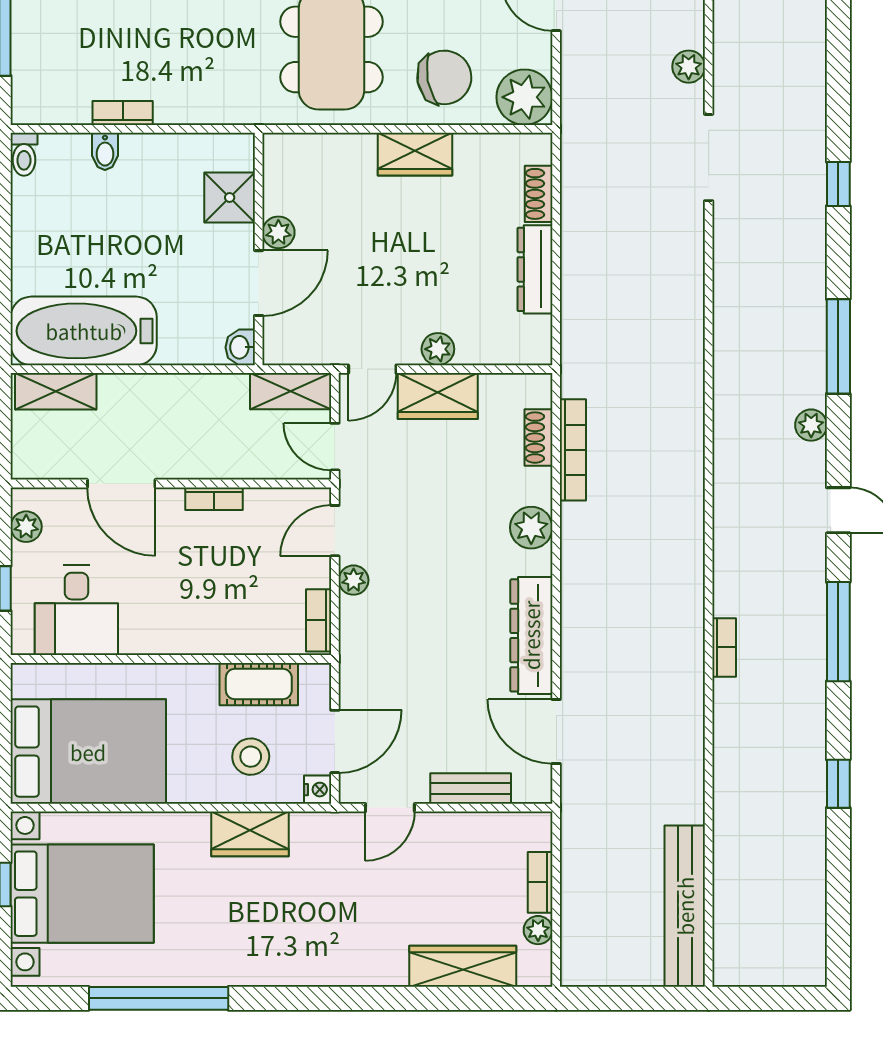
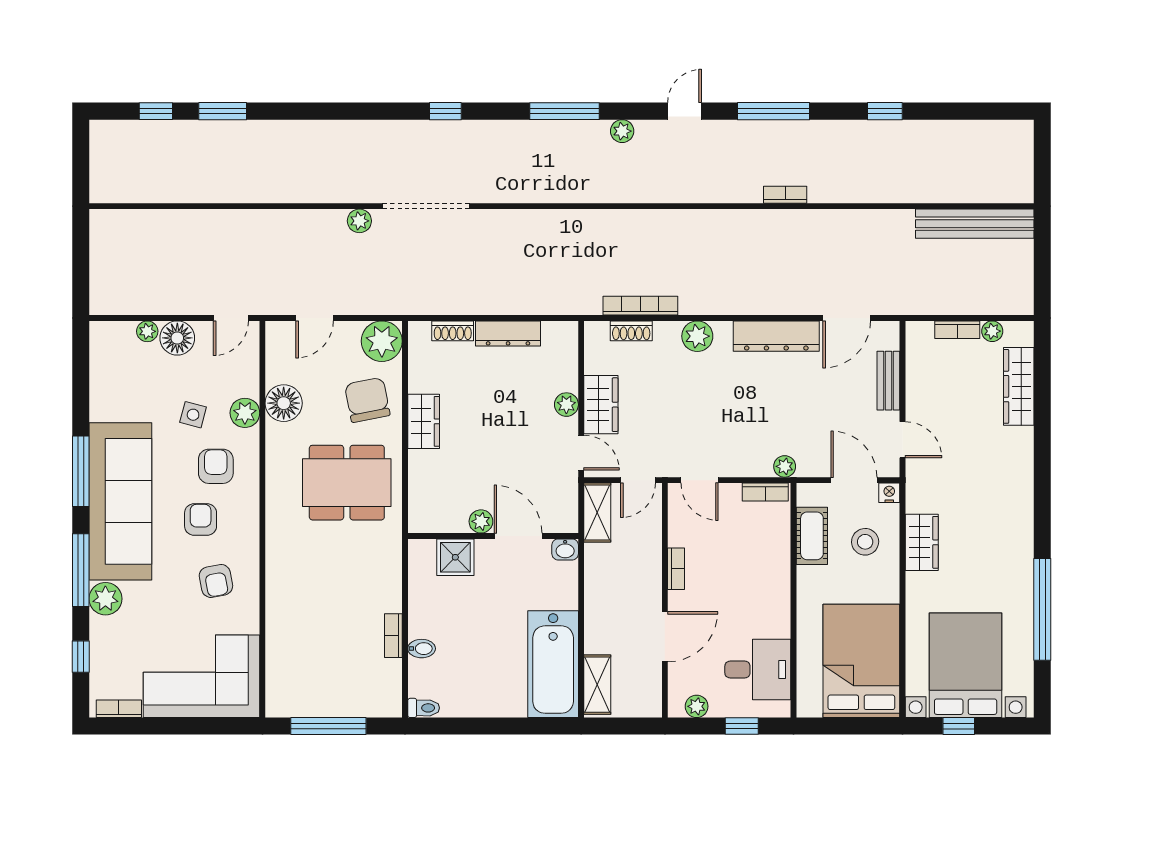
doorway: (709, 158) -> (426, 206), width x1.36
plant: (354, 580) -> (785, 466), moved

